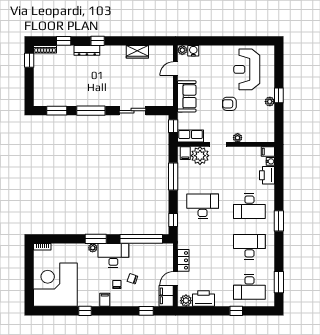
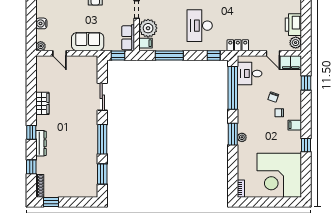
water cooler: (193, 51) -> (41, 23), moved
wardrobe: (137, 52) -> (42, 103), moved
desk: (113, 255) -> (250, 74), moved, width x0.73
locker: (183, 260) -> (238, 45), moved

